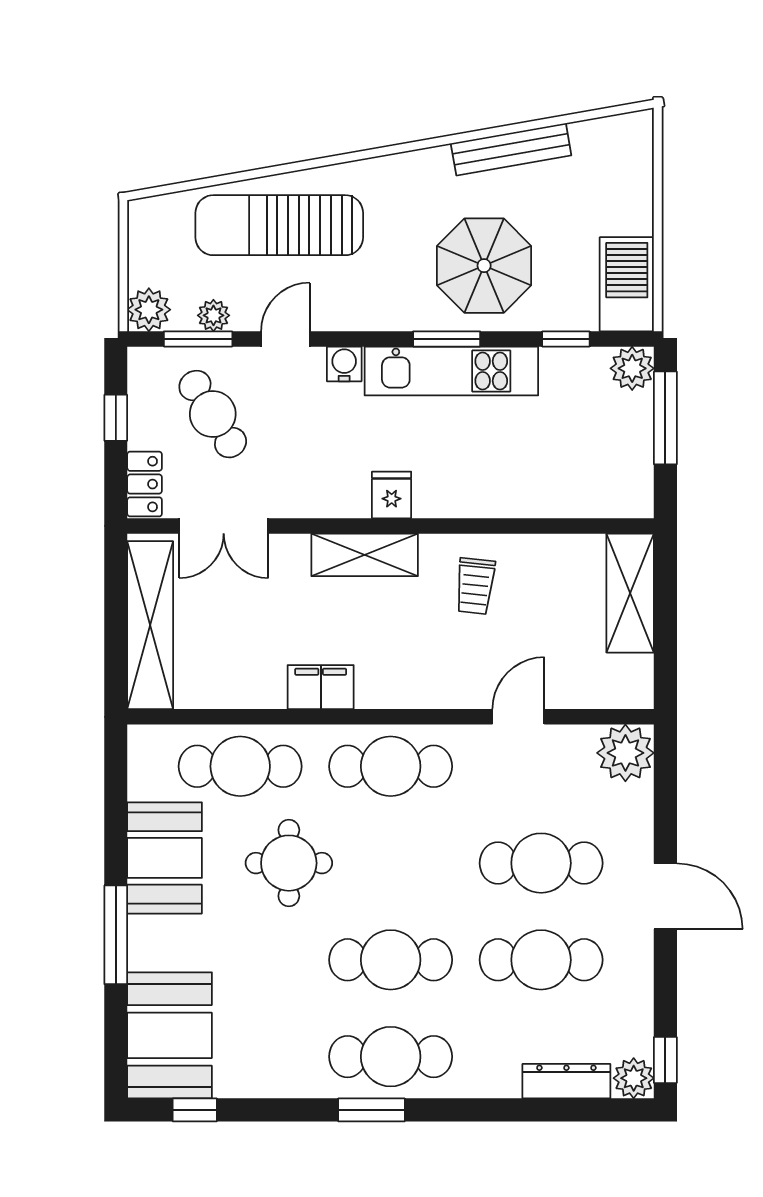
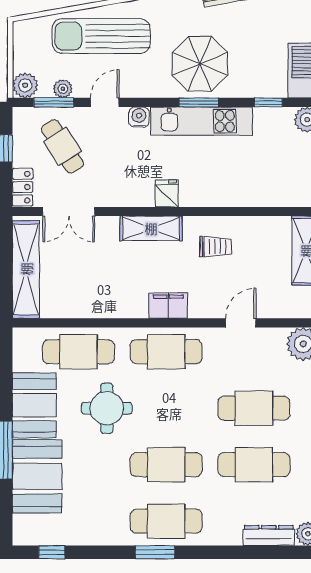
parasol: (484, 266) -> (200, 64), moved
trolley: (475, 586) -> (215, 247), turned -96
filing cabinet: (321, 687) -> (168, 306), moved
booth: (170, 1035) -> (37, 476), moved

